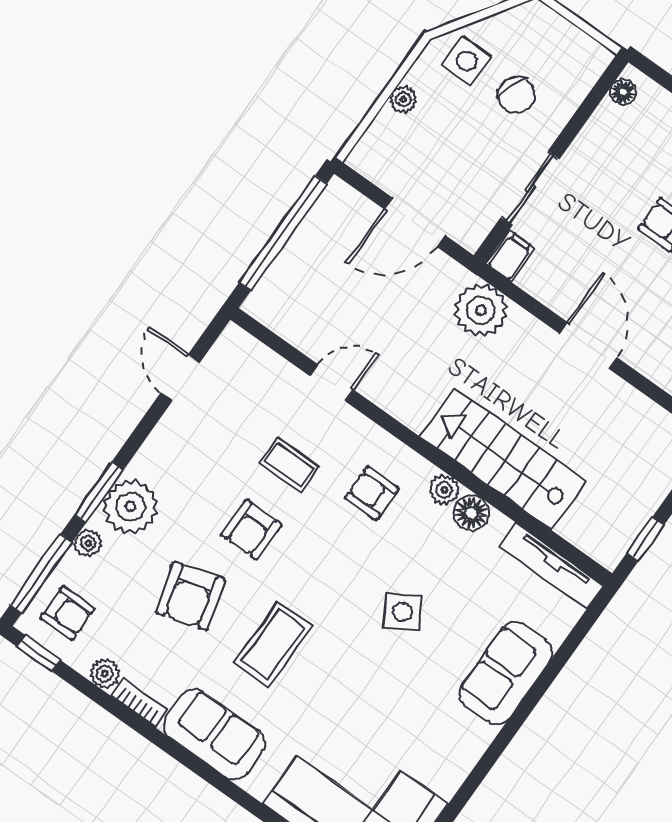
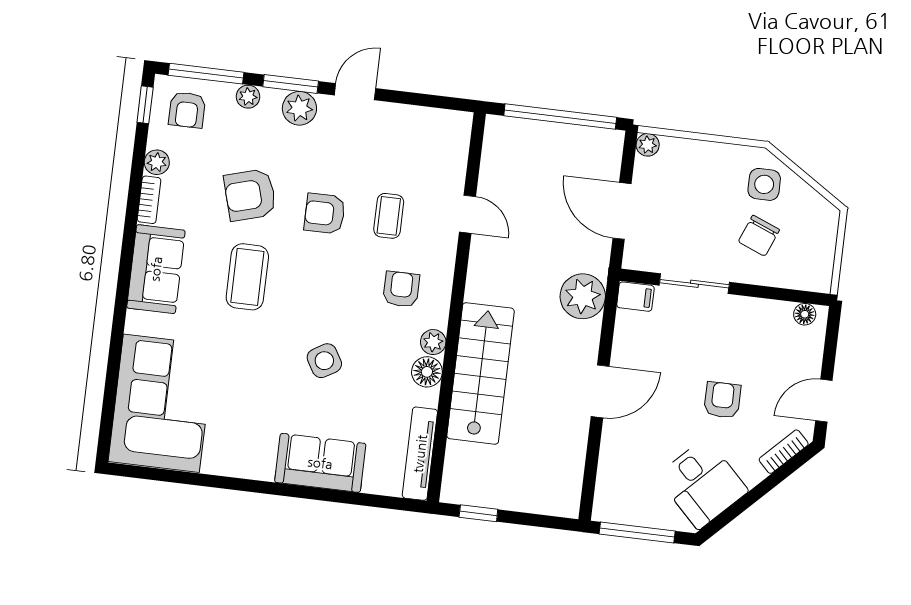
plant: (403, 99) -> (648, 145), moved
door: (180, 378) -> (355, 92), moved
plant: (131, 507) -> (299, 108), width x0.73, depth x0.73
coffee table: (273, 644) -> (247, 277), turned 90

